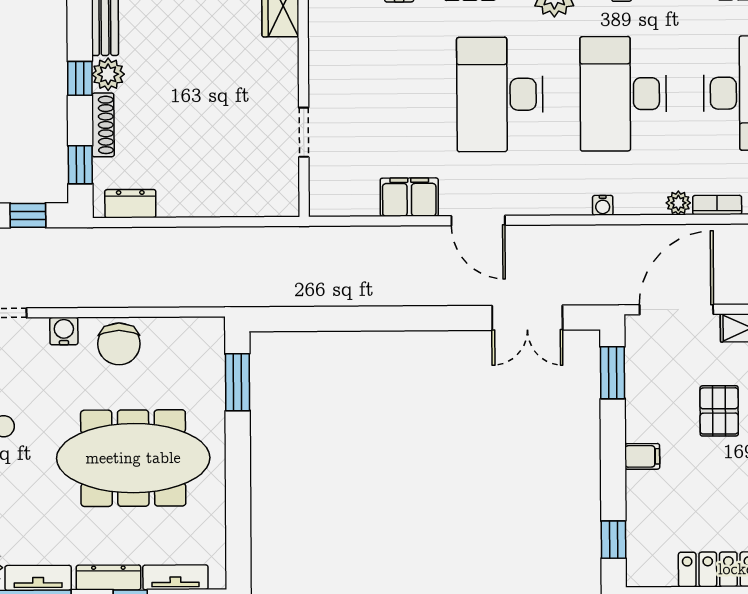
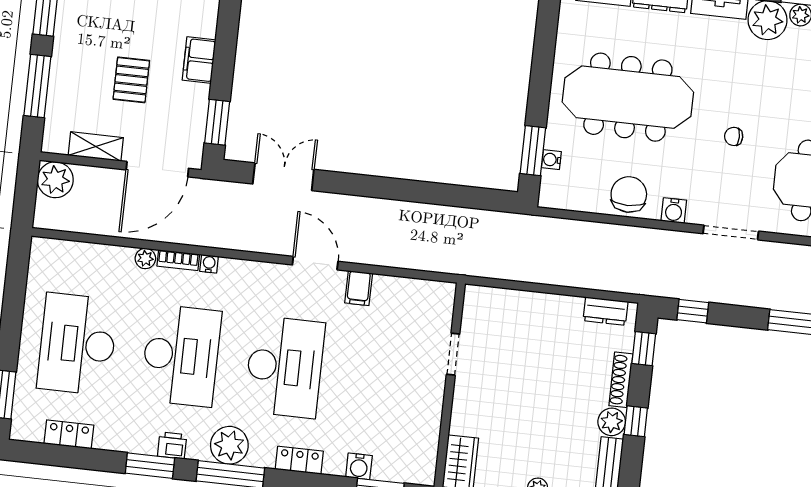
filing cabinet: (409, 197) -> (359, 288), width x0.50
bookcase: (717, 205) -> (178, 260), moved
water cooler: (215, 374) -> (551, 160), added
filing cabinet: (642, 456) -> (199, 60), width x2.00

